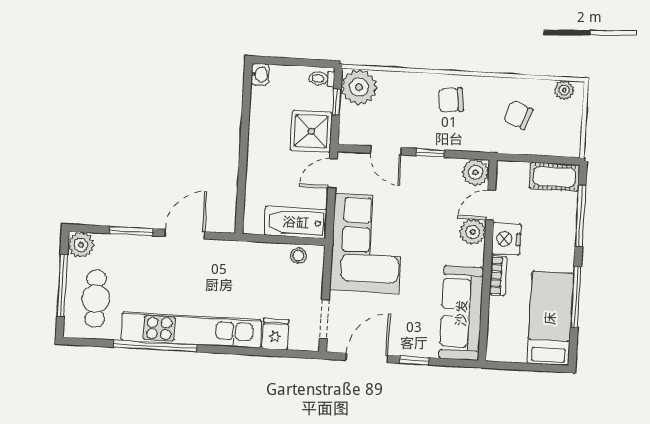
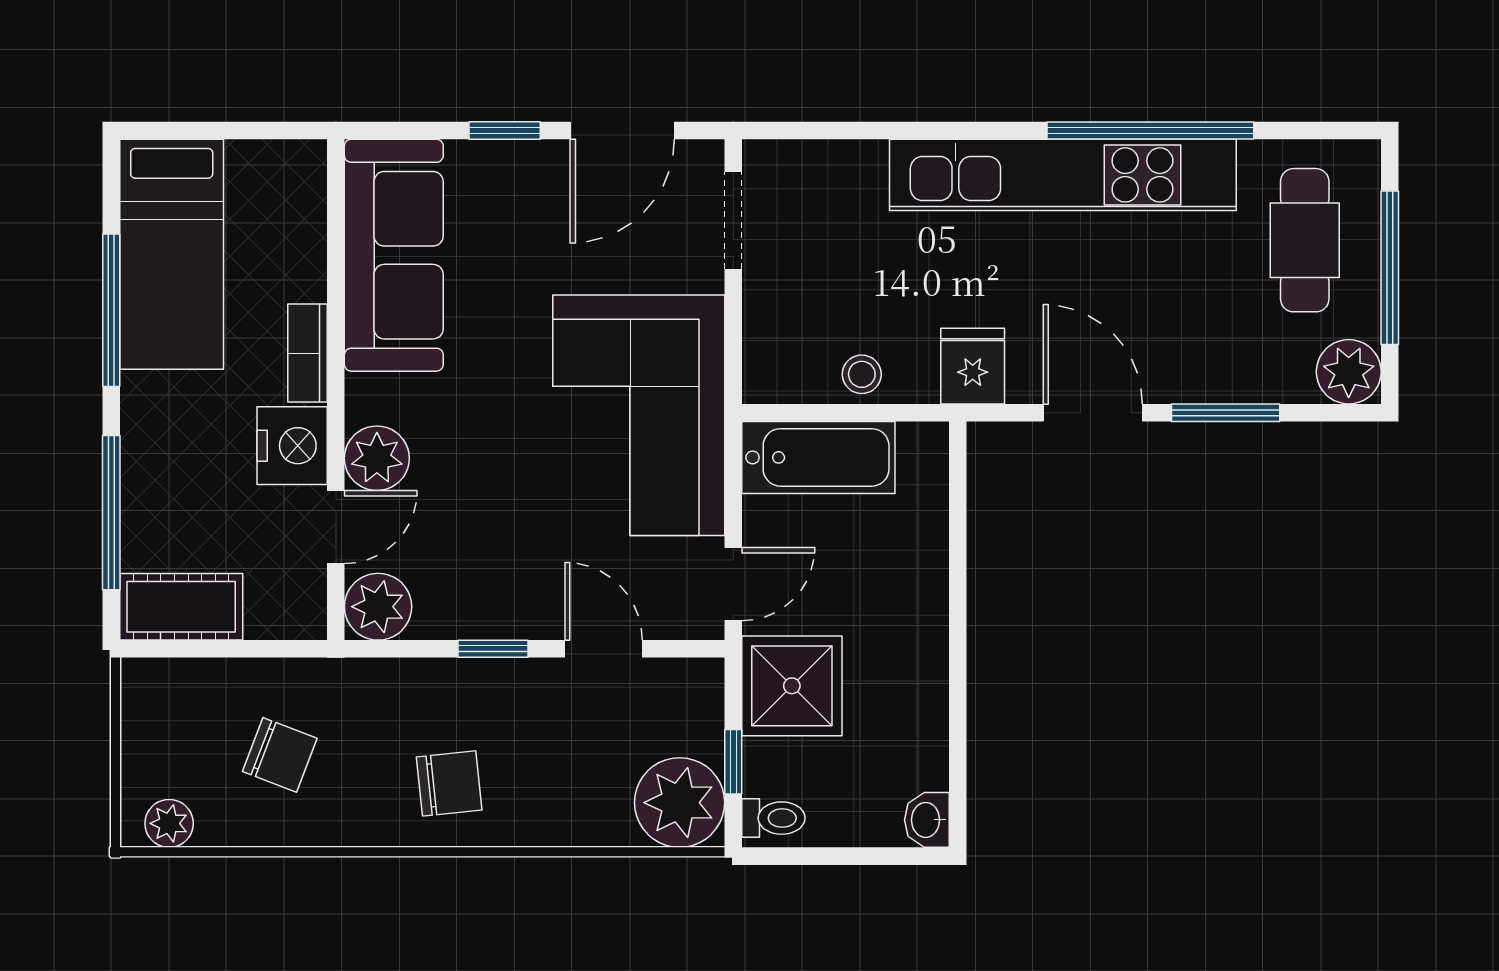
door: (185, 234) -> (1093, 413), swing flipped
stool: (298, 256) -> (862, 374), moved
fridge: (275, 334) -> (973, 366), moved, turned 180

